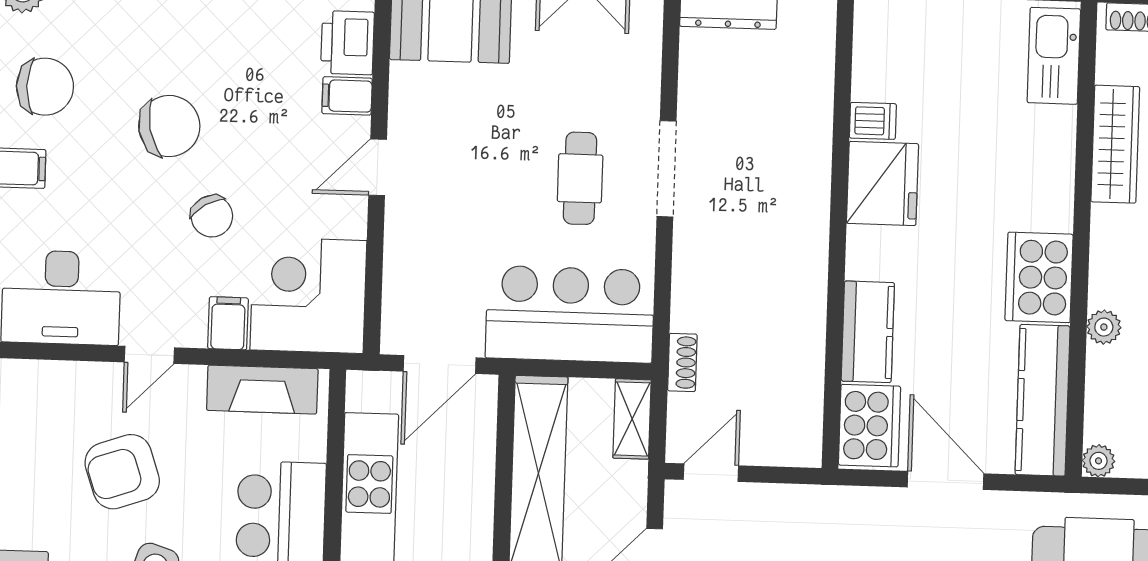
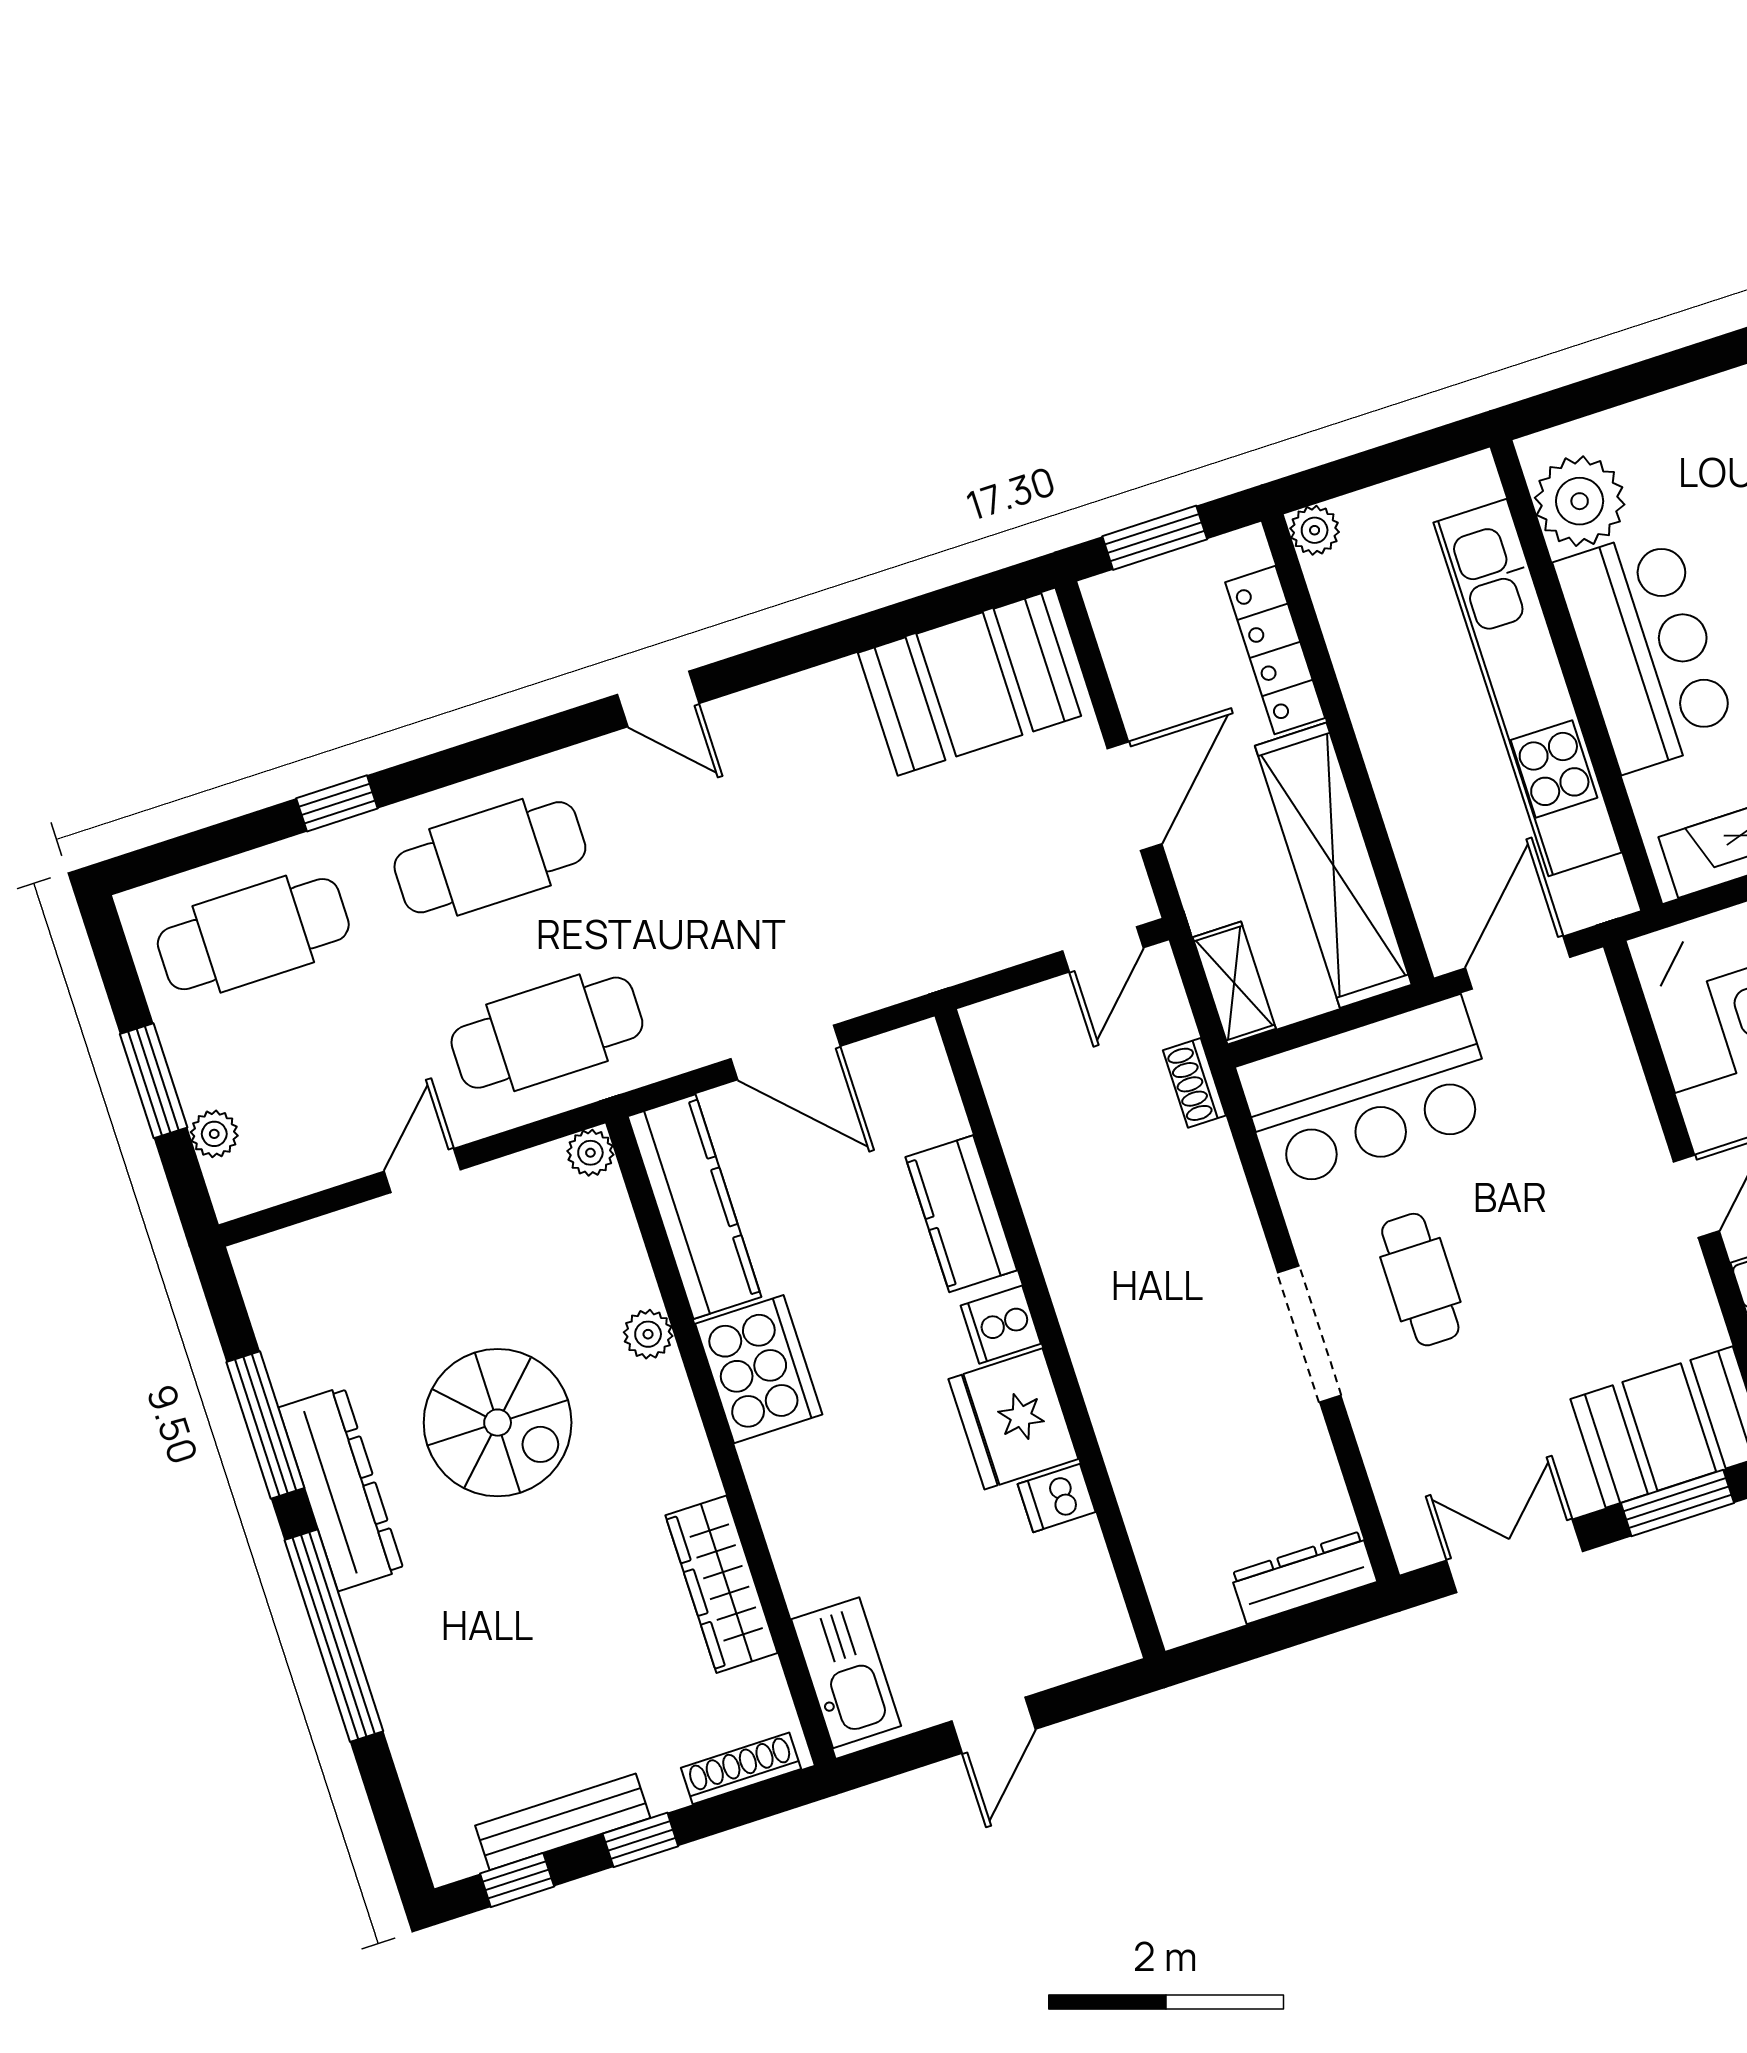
cooker: (870, 426) -> (1001, 1325), moved, width x0.53, depth x0.76

